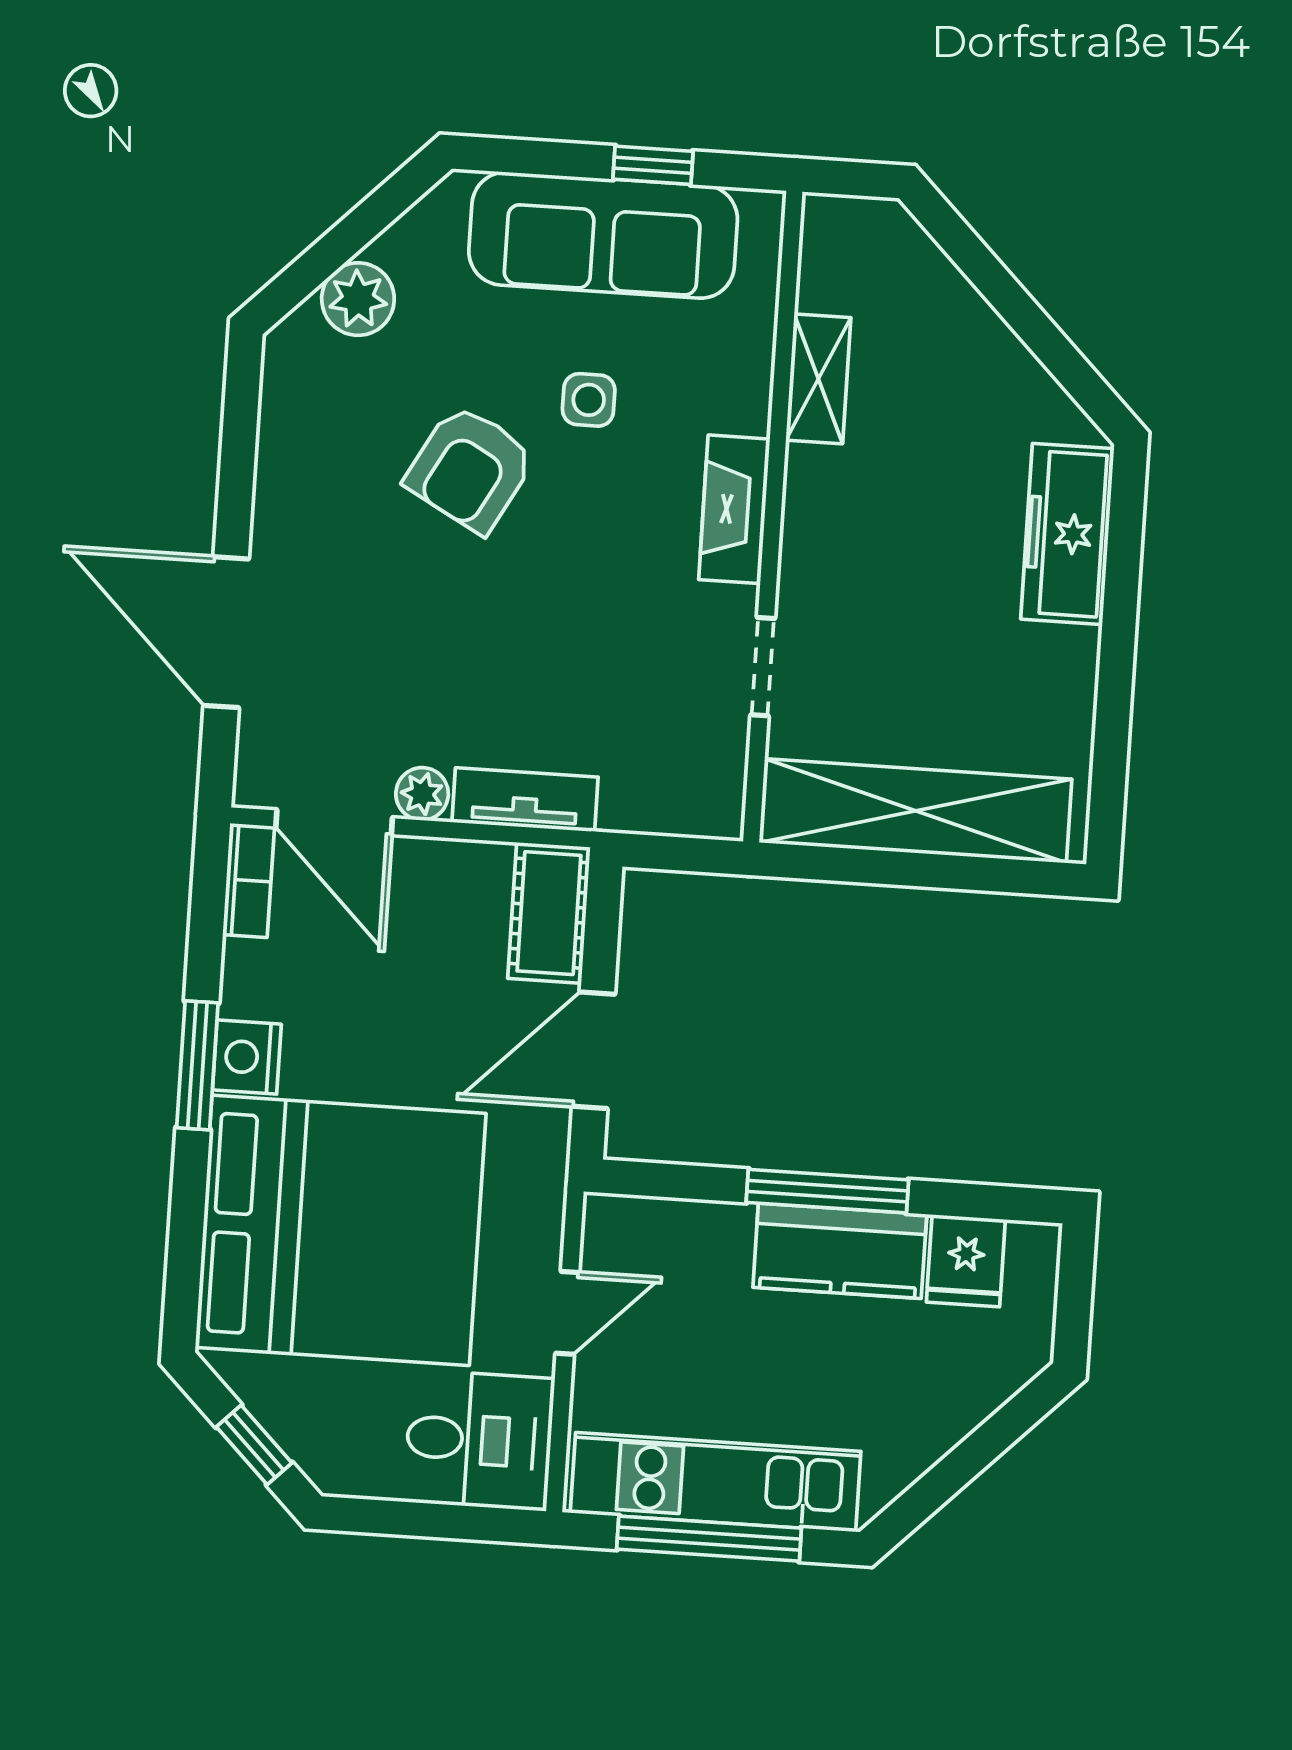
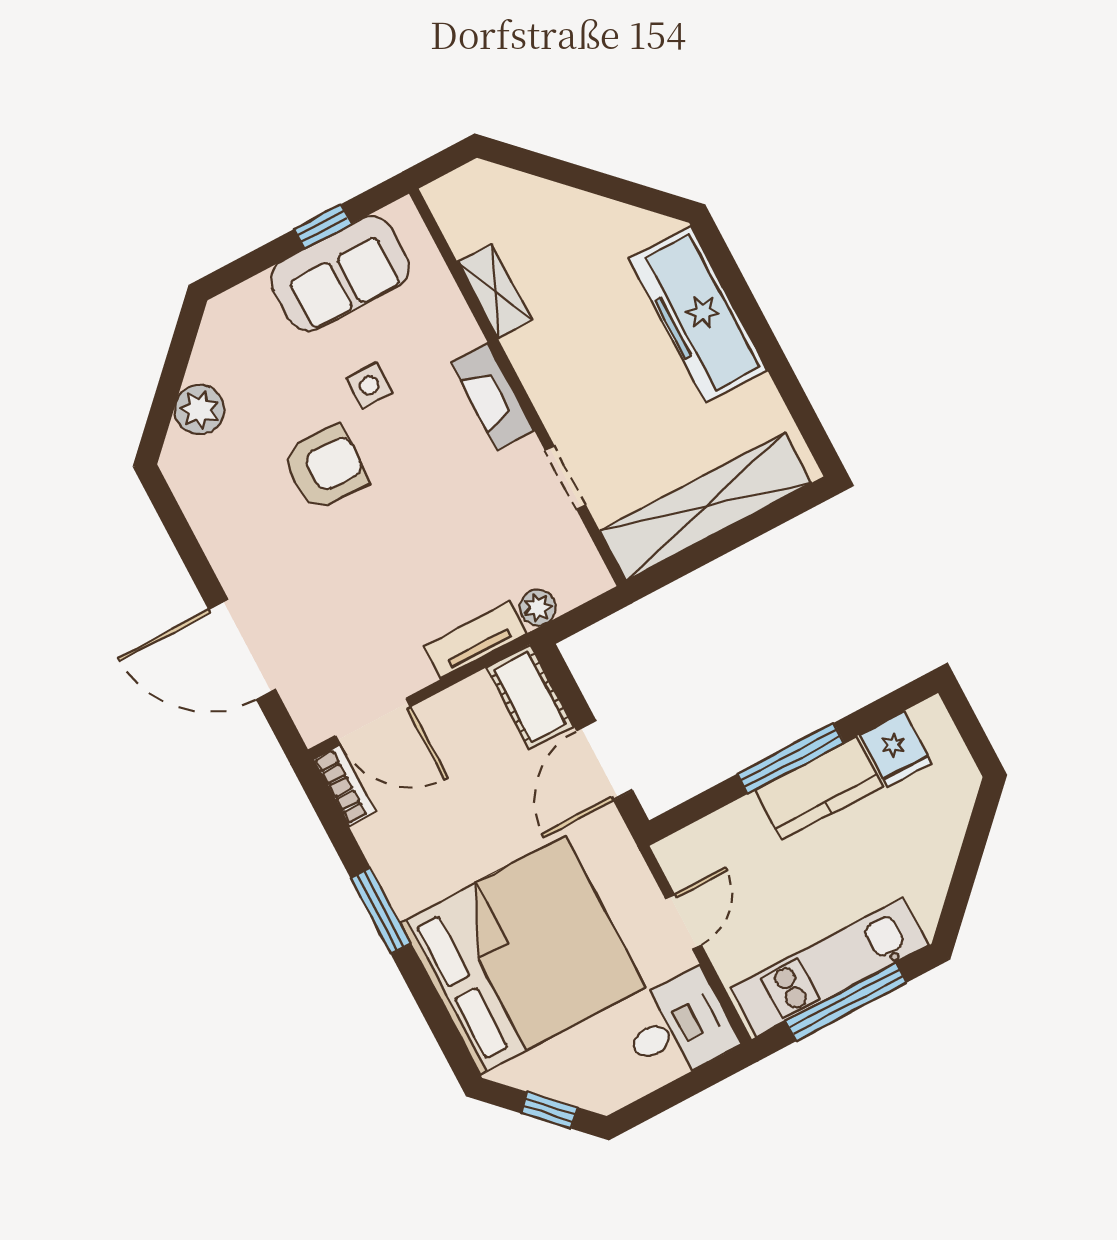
sofa: (603, 235) -> (340, 274), width x0.73
armchair: (470, 469) -> (325, 468), turned -117
freezer: (1067, 534) -> (698, 315), width x1.36, depth x1.26
plant: (422, 794) -> (538, 608), moved
nightstand: (247, 1057) -> (406, 888), removed

